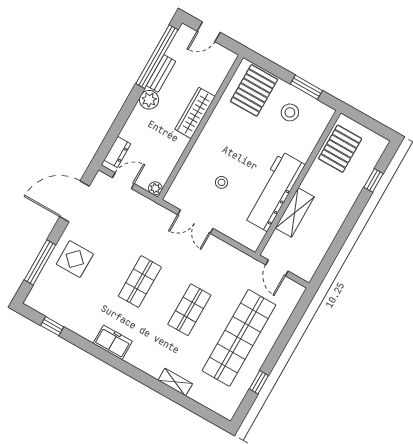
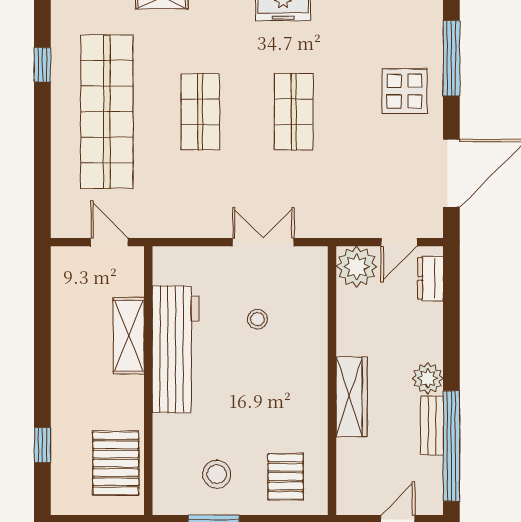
pallet: (254, 90) -> (286, 477), width x0.67, depth x0.71
plant: (155, 188) -> (357, 267), width x1.88, depth x1.88

